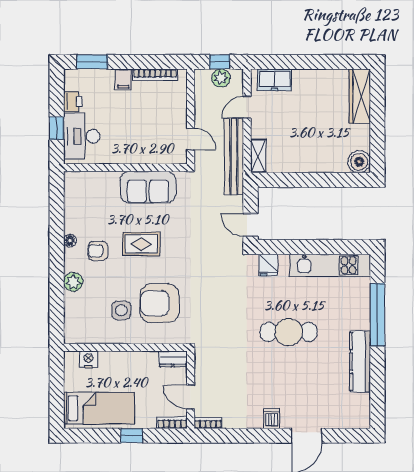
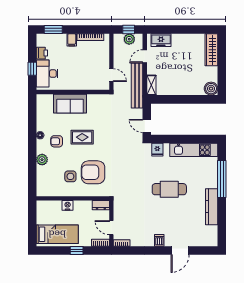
sofa: (148, 187) -> (70, 104), moved
nightstand: (88, 359) -> (68, 205), moved

